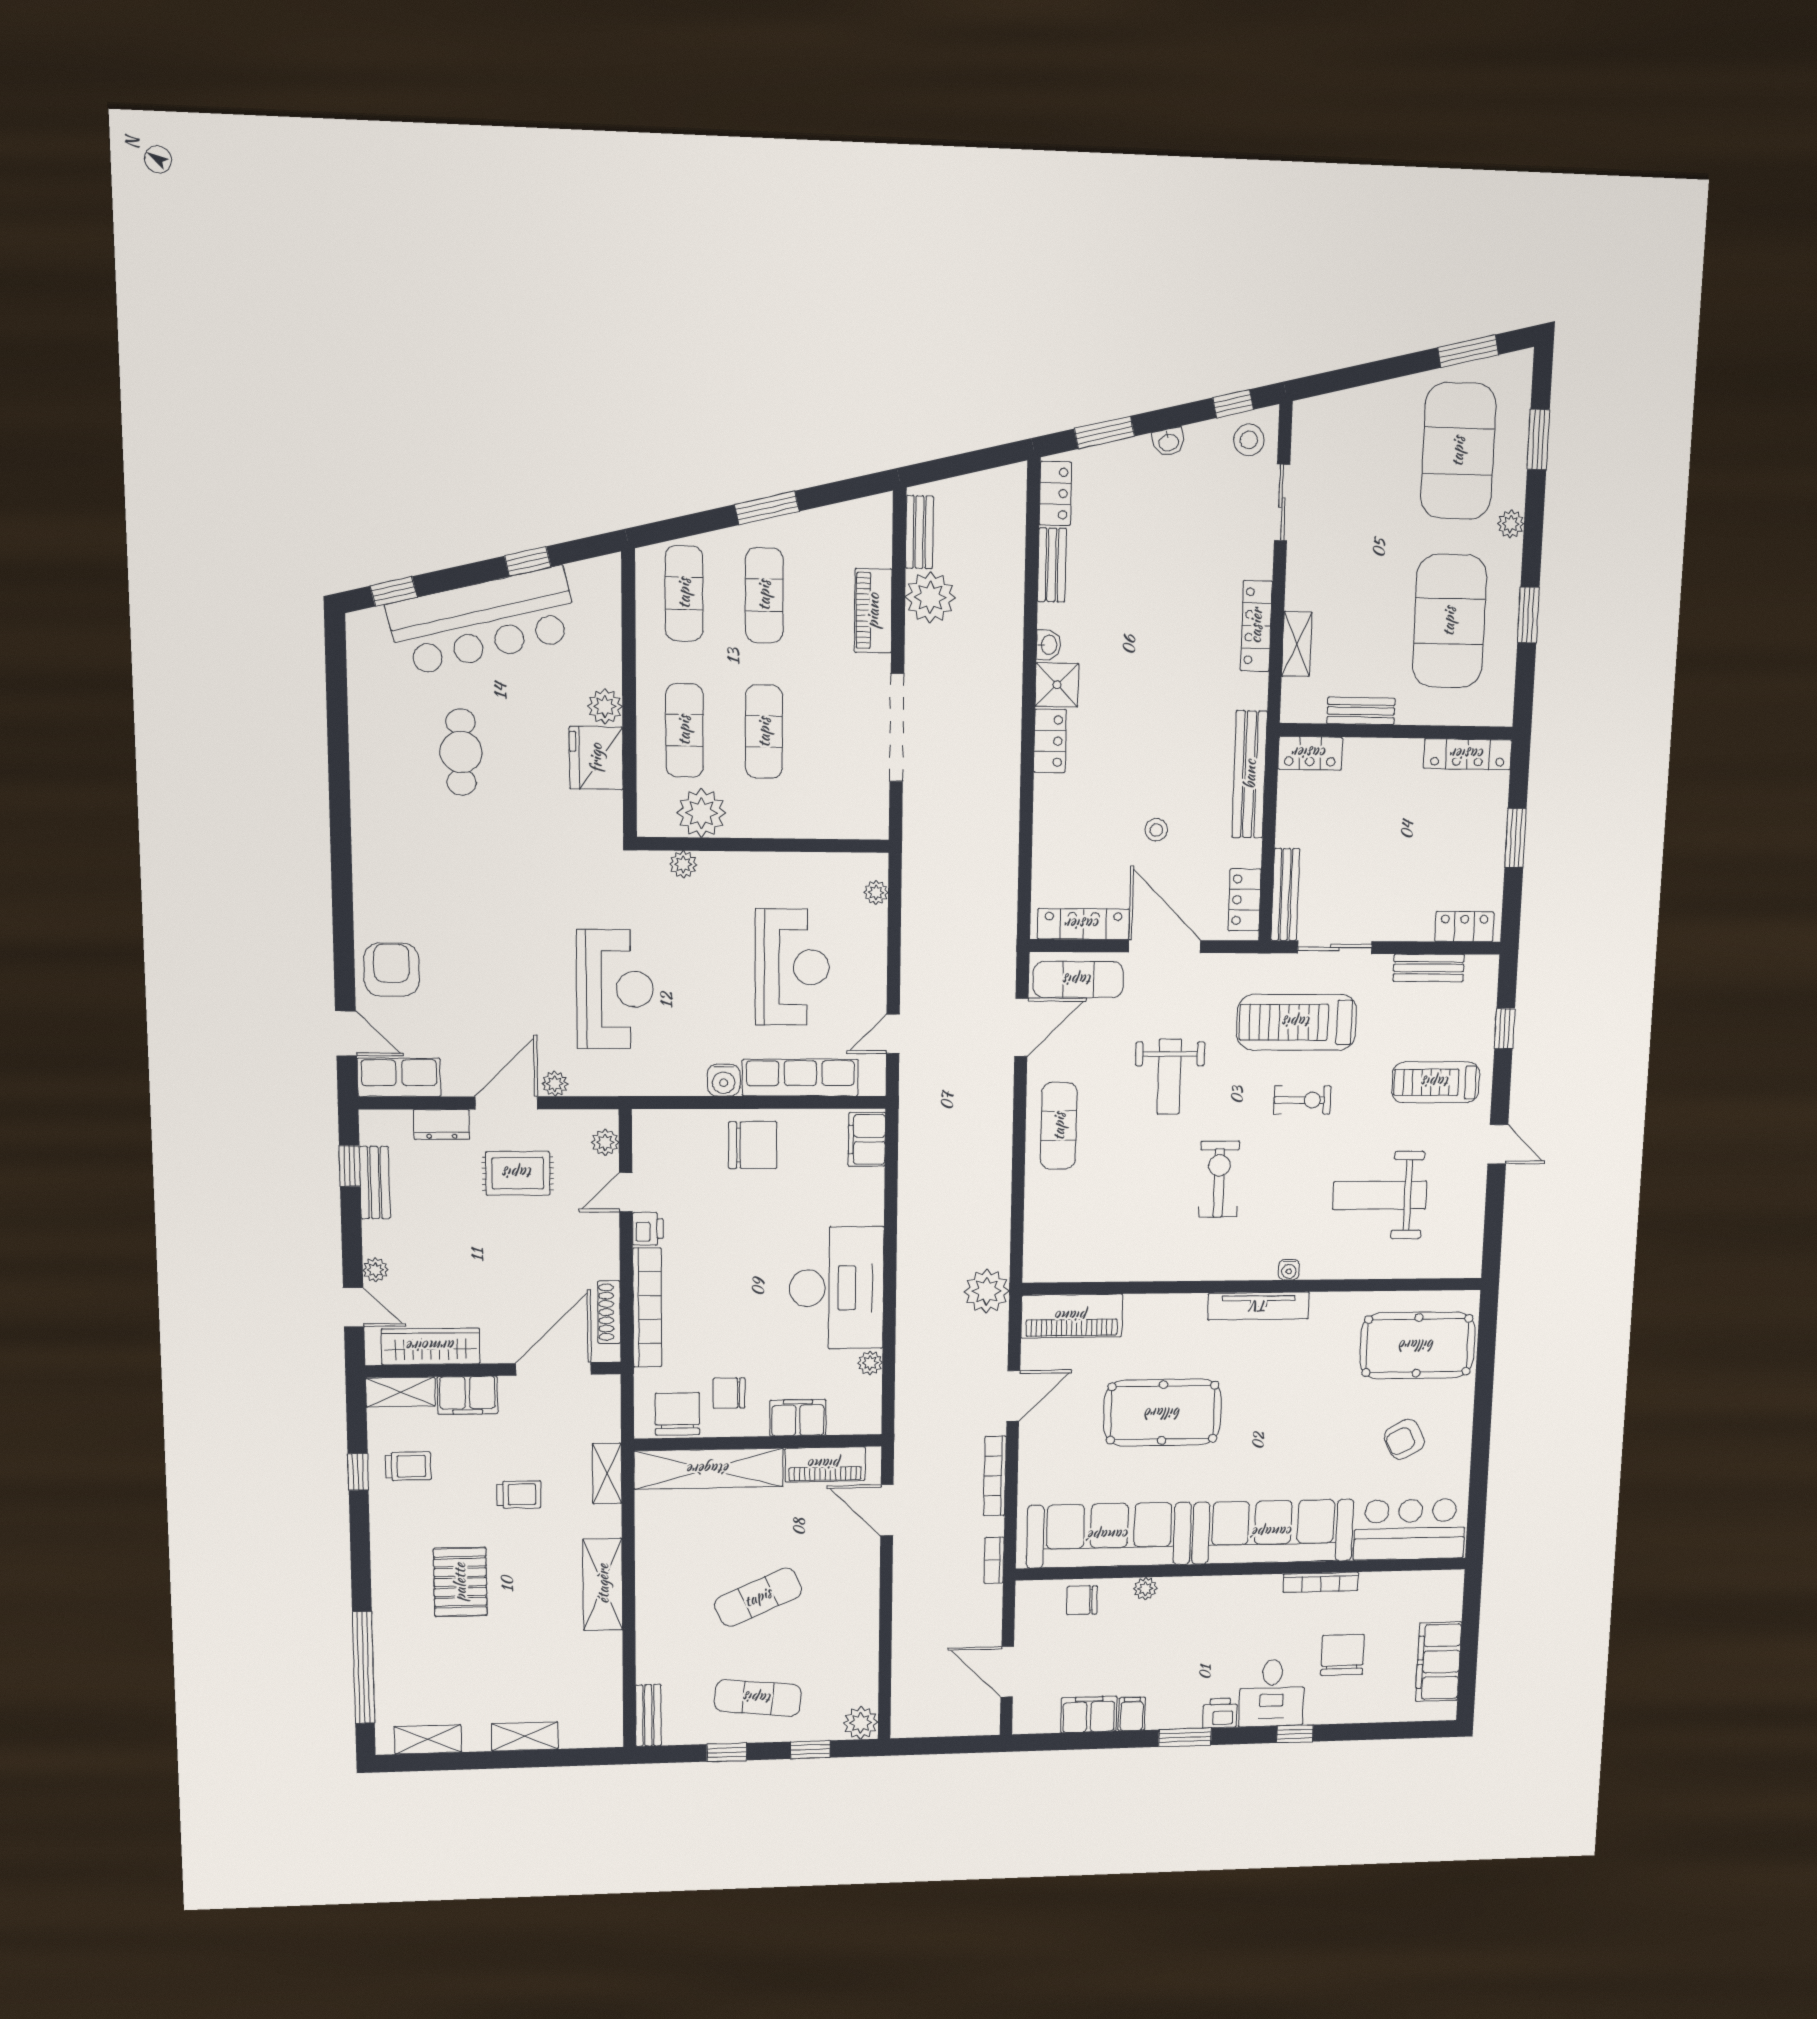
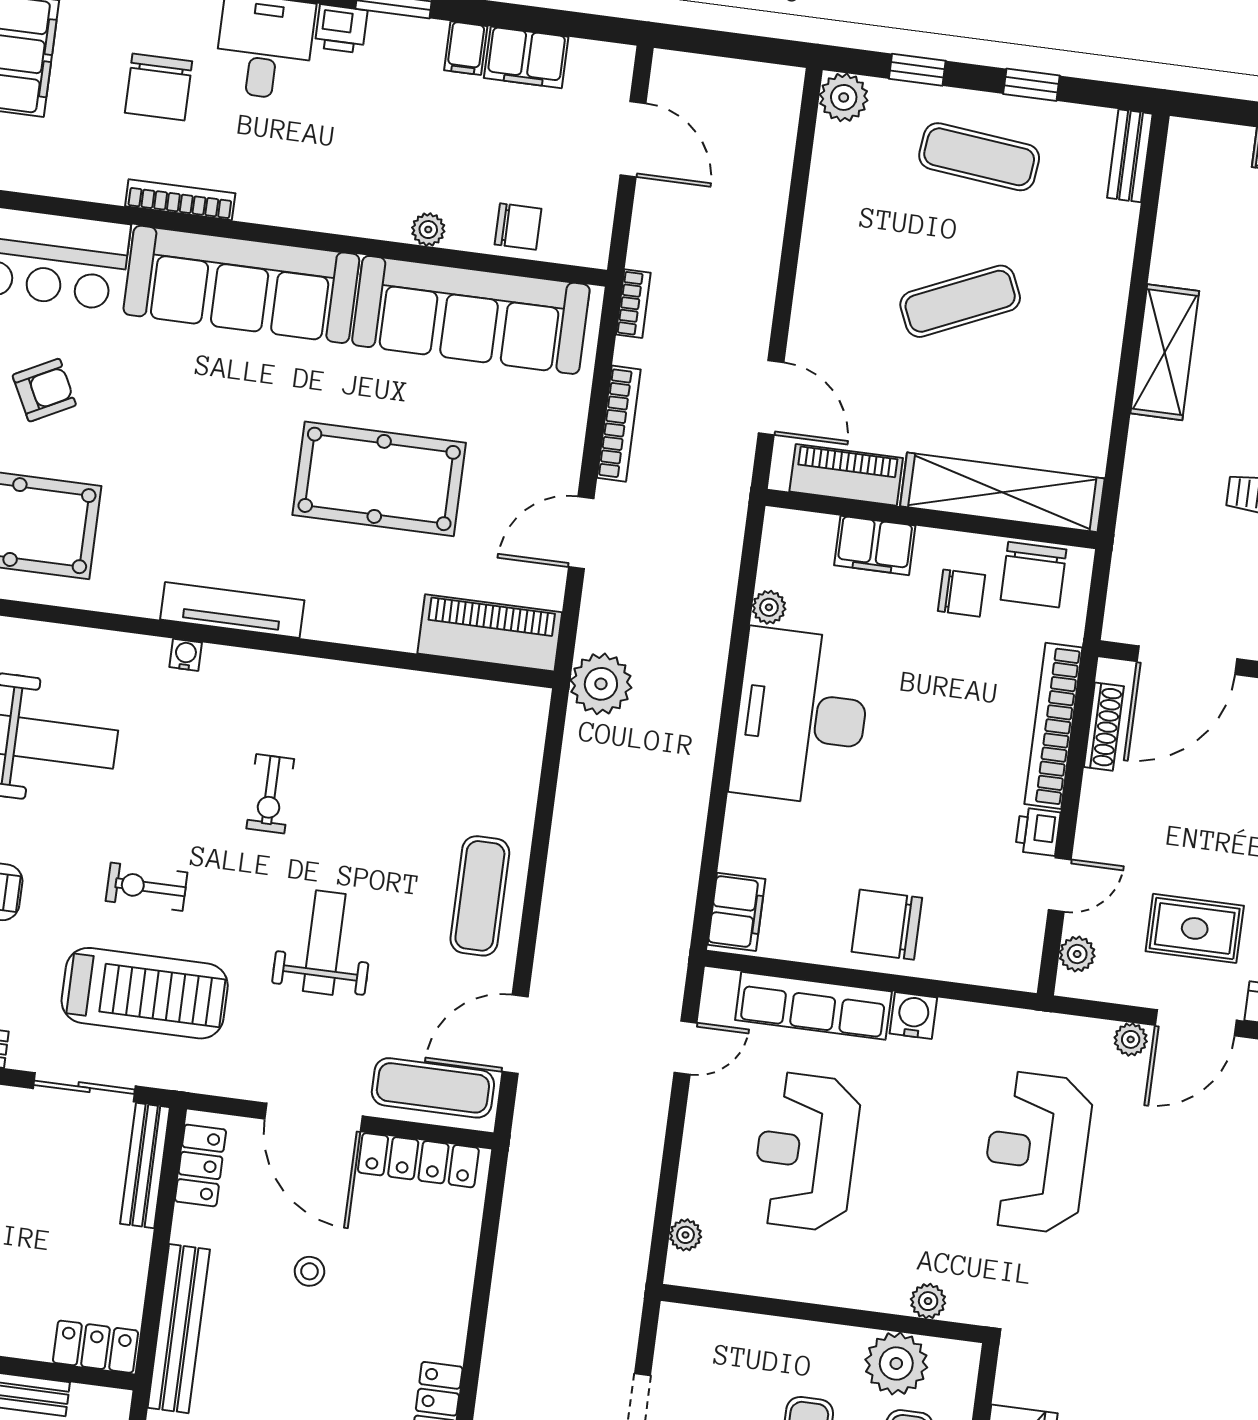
exercise bike: (1219, 1179) -> (270, 794), width x0.73, depth x0.72
shelving: (607, 1474) -> (1137, 506), removed

